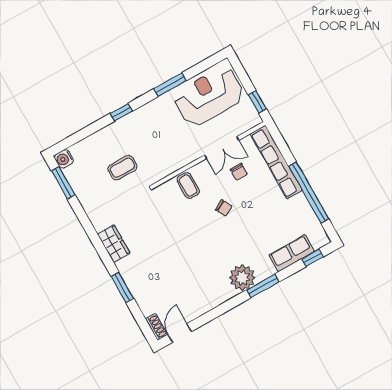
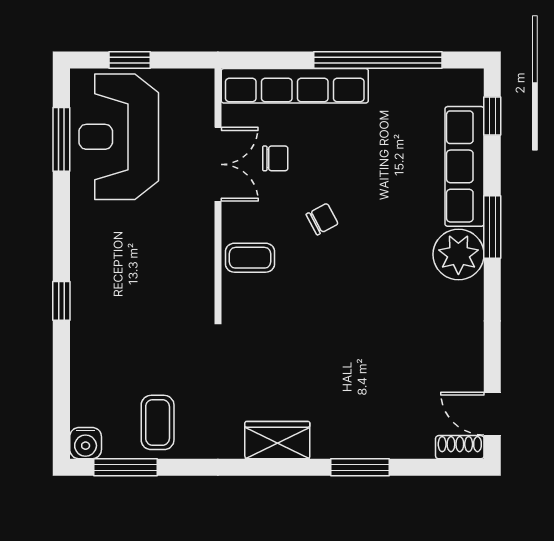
window: (170, 85) -> (61, 139), moved
window: (257, 102) -> (130, 60), moved
coffee table: (122, 168) -> (158, 422), moved
row of seats: (292, 253) -> (464, 166), width x1.48

